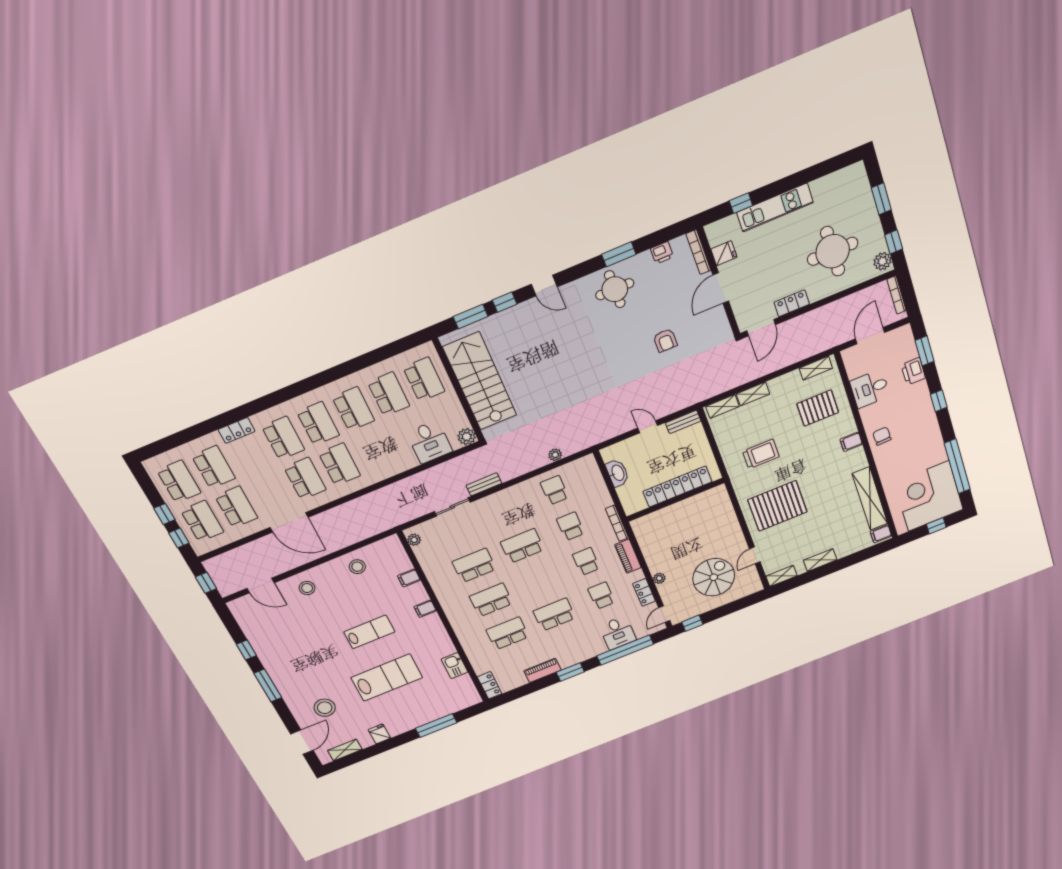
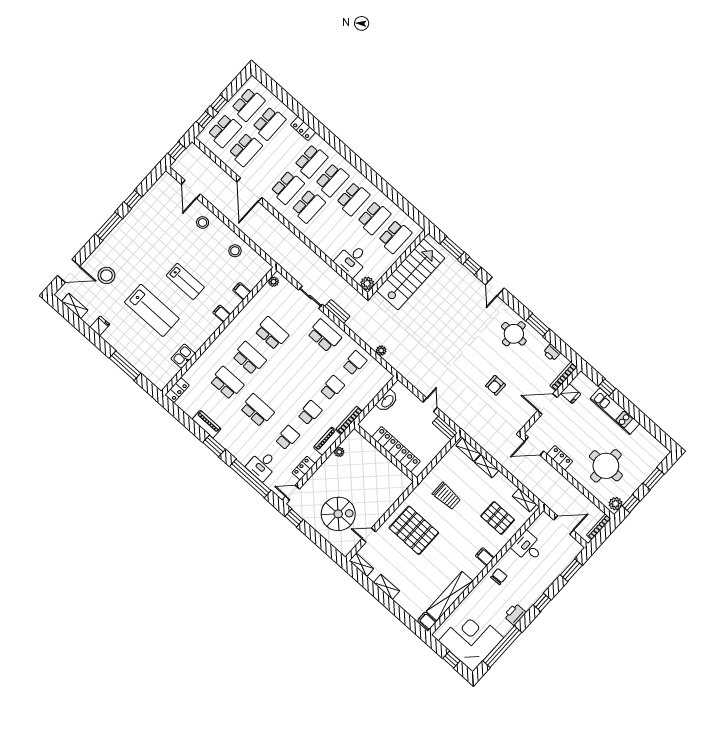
printer: (913, 371) -> (515, 614), moved
school desk: (522, 546) -> (324, 336), moved
plant: (659, 578) -> (339, 452), moved

